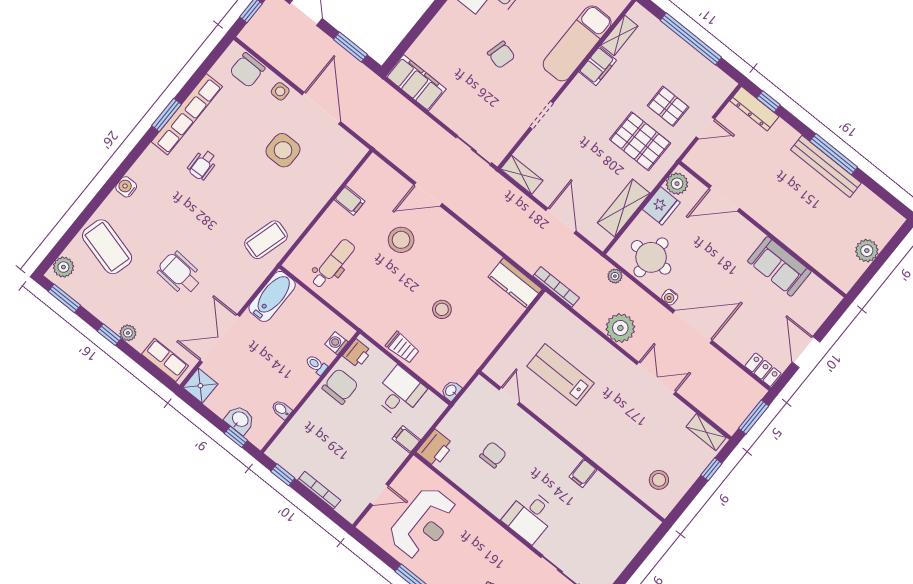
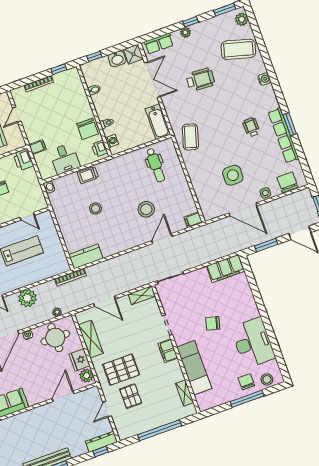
filing cabinet: (598, 66) -> (168, 351), moved
pallet: (668, 106) -> (131, 396), turned 90
filing cabinet: (350, 200) -> (193, 220), moved
washbasin: (240, 420) -> (117, 59), moved

